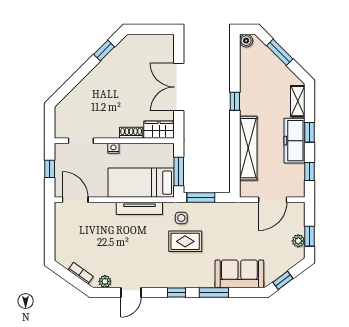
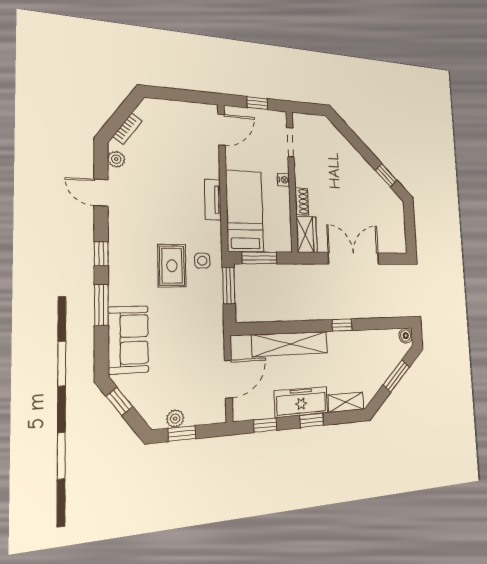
door: (273, 200) -> (228, 379), swing flipped
tv unit: (139, 208) -> (213, 200), width x0.71

